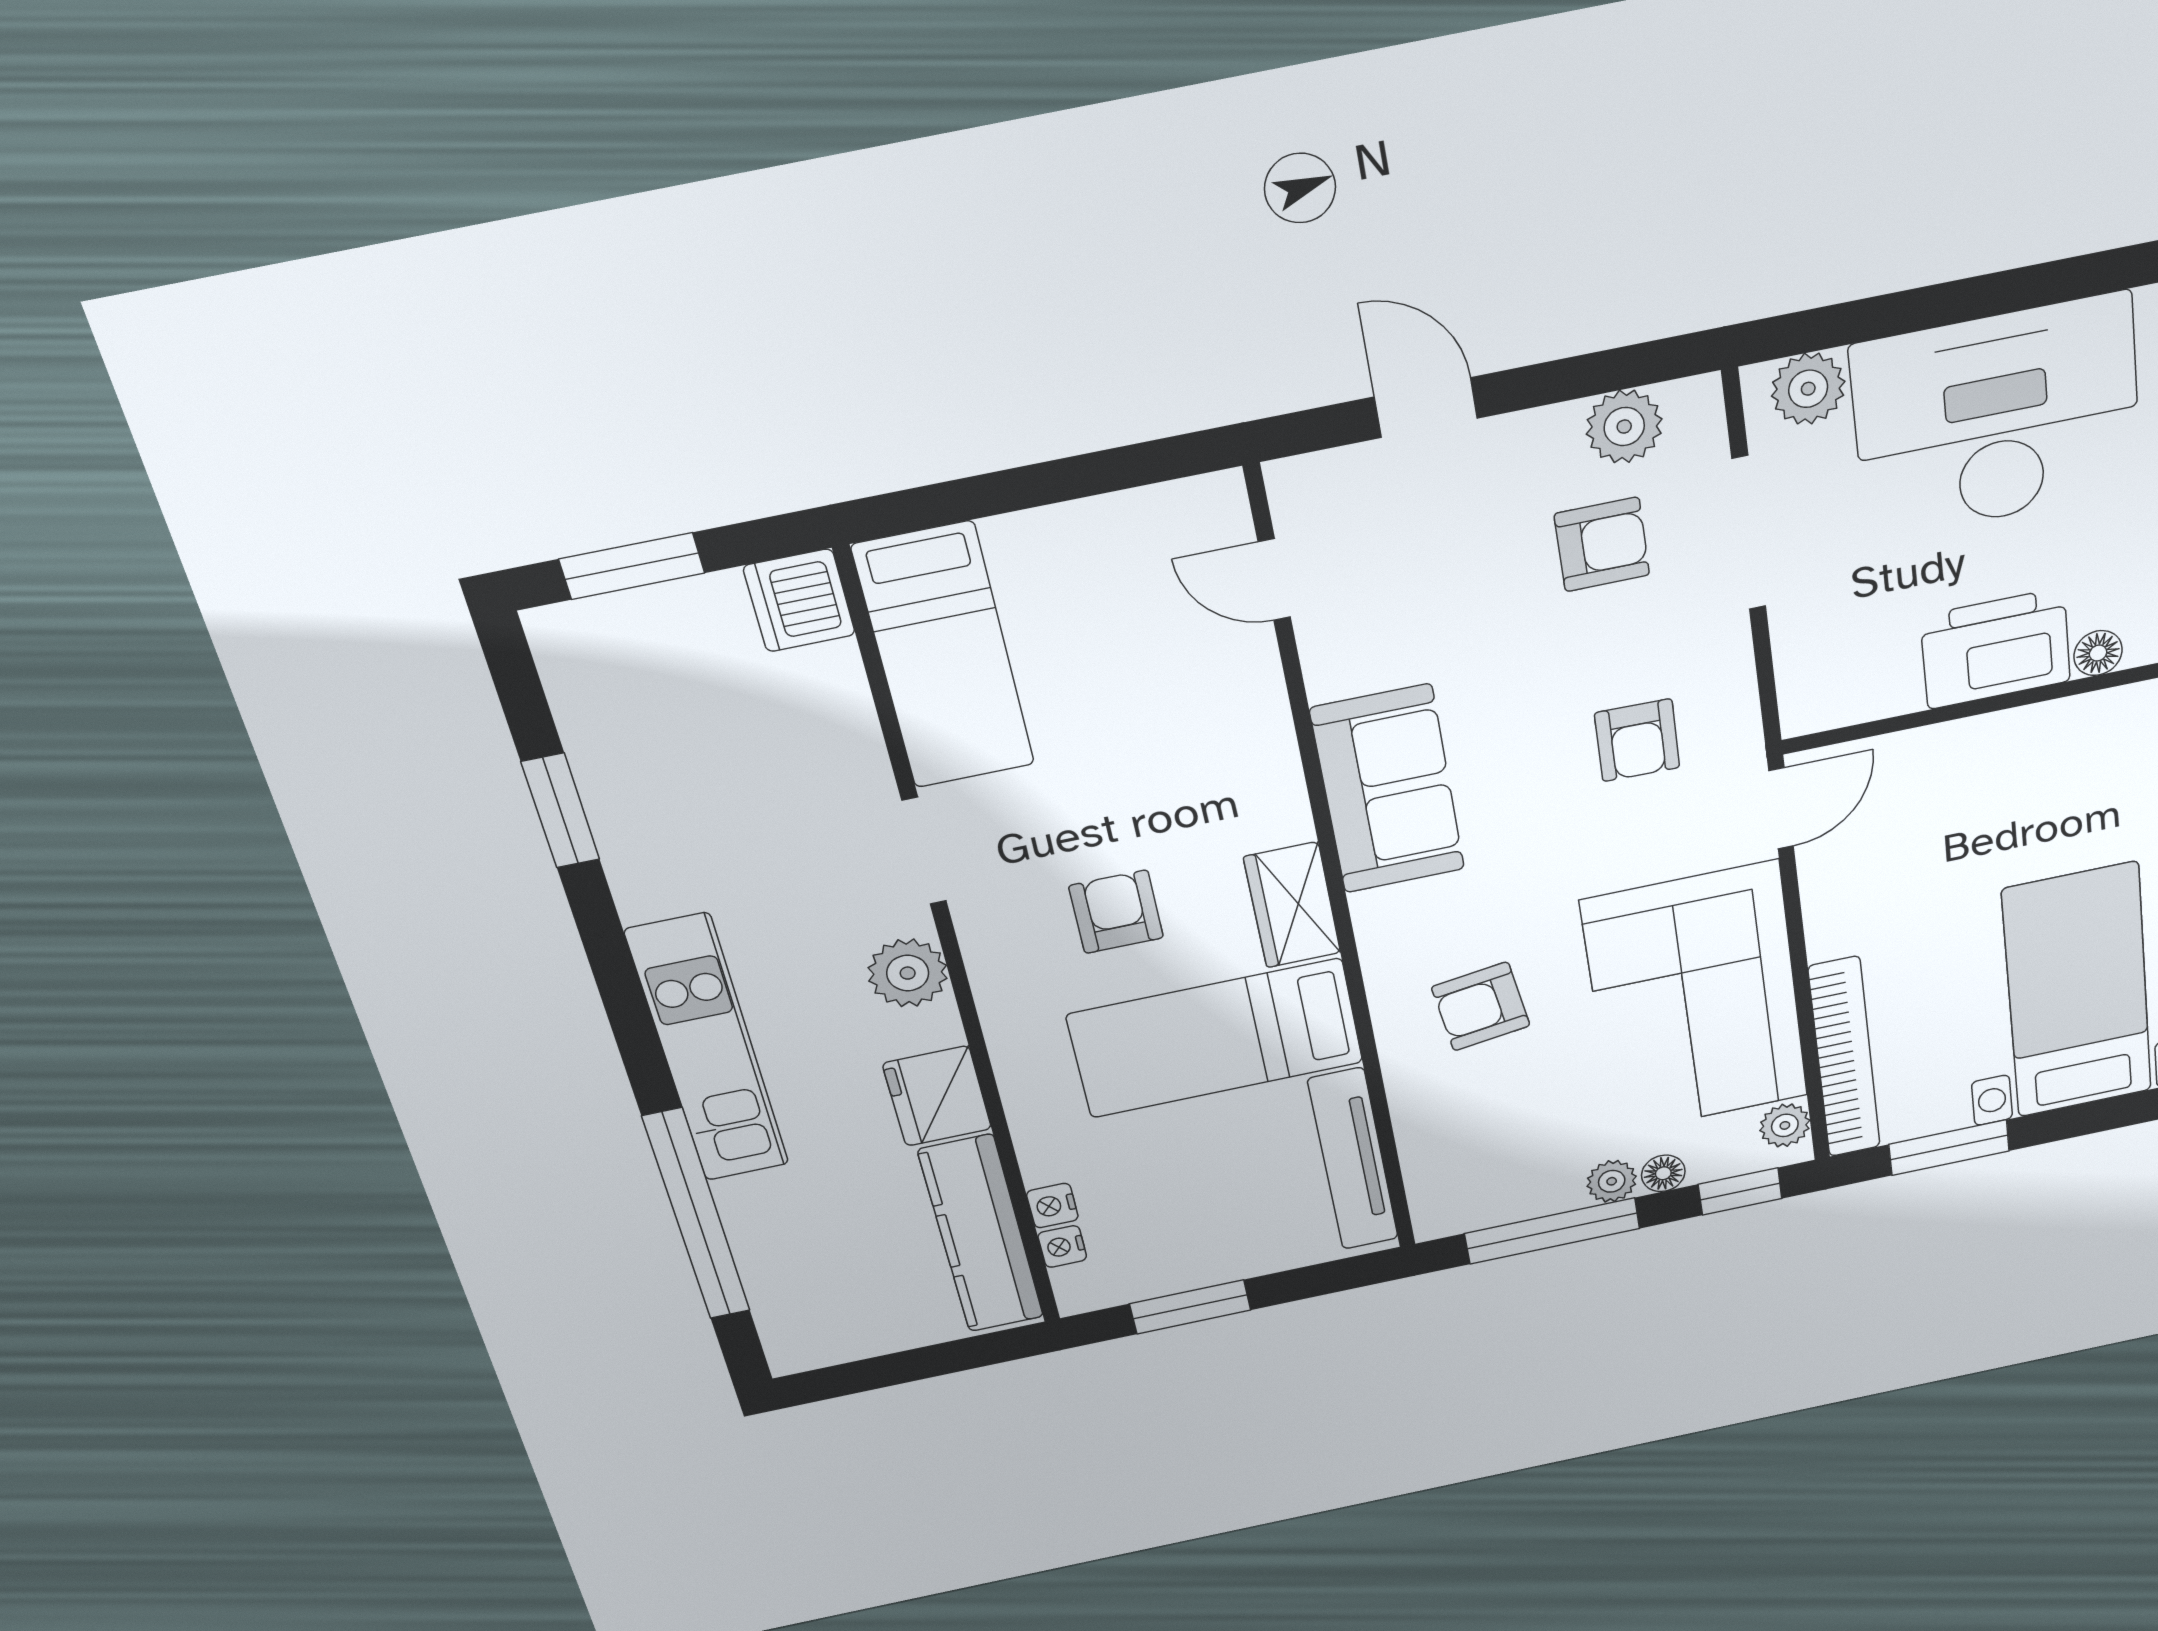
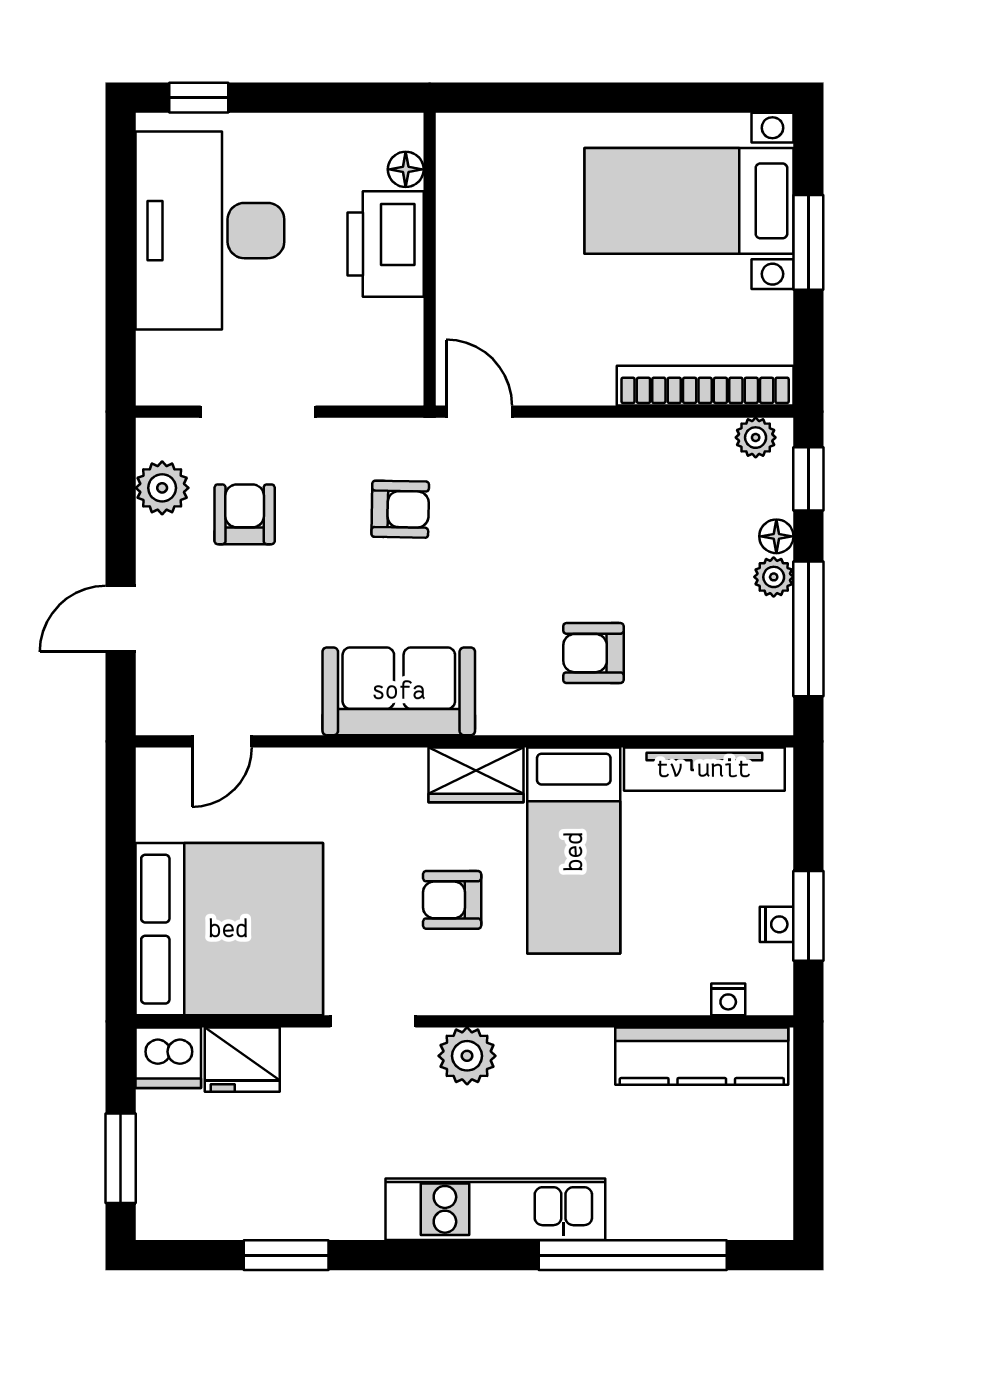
plant: (1808, 389) -> (161, 359), removed
bed: (944, 656) -> (229, 929), width x2.04
corner sofa: (1695, 999) -> (626, 493), removed
armchair: (1481, 1006) -> (593, 653), turned 98
fridge: (937, 1096) -> (242, 1060), moved
window: (1949, 1148) -> (808, 242), moved
nightstand: (1052, 1206) -> (777, 924), moved, turned -90

